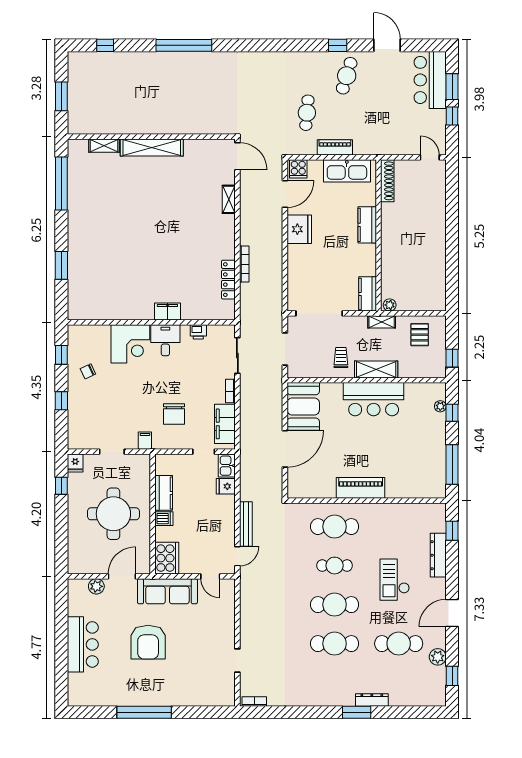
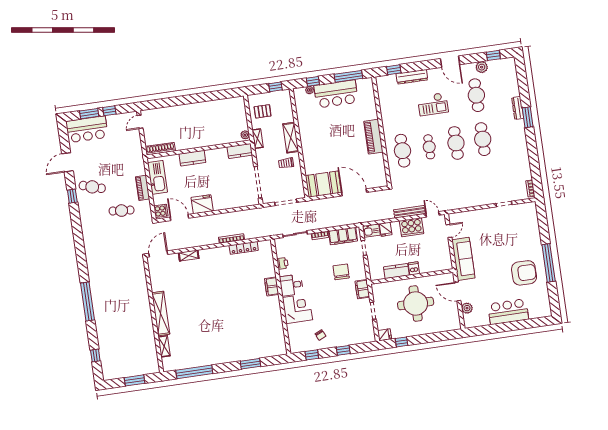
bar counter: (374, 399) -> (336, 94), moved, turned 90
chair: (174, 414) -> (341, 272), turned -90
filing cabinet: (145, 441) -> (362, 289), width x2.00
cooker: (167, 558) -> (412, 227), moved, turned 180
armchair: (148, 642) -> (524, 273), moved

